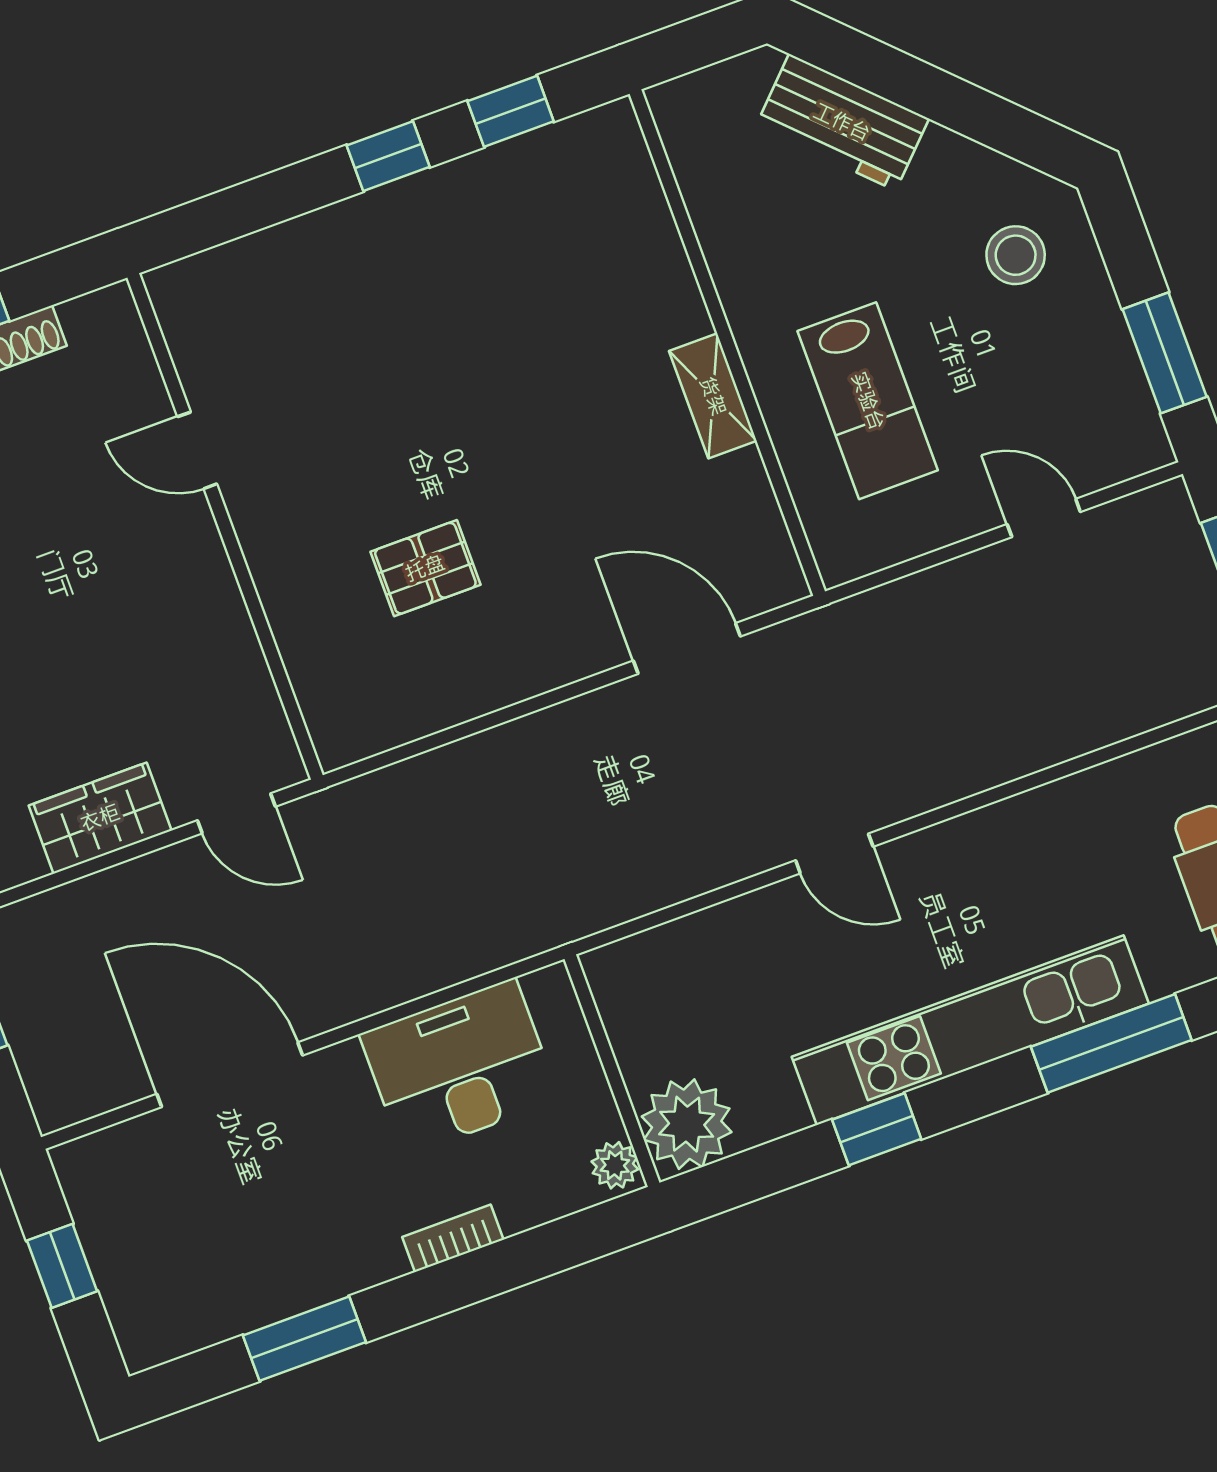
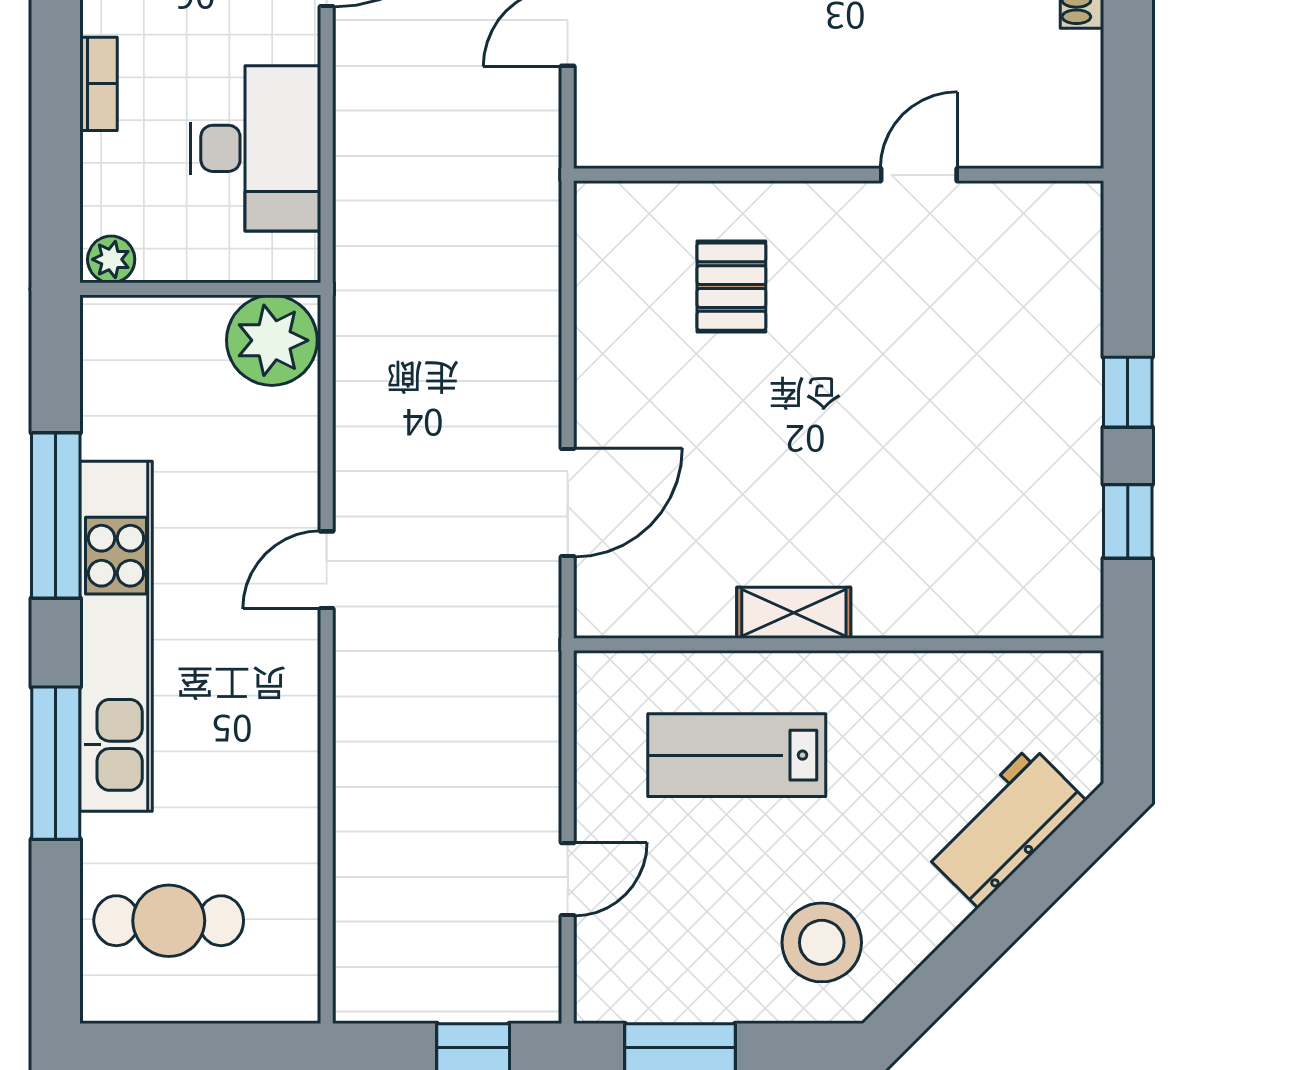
stool: (1016, 255) -> (822, 942), width x1.38, depth x1.38
door: (197, 450) -> (919, 175), moved
wall: (225, 526) -> (839, 175), moved
plant: (687, 1124) -> (272, 340), moved
window: (877, 1129) -> (56, 515), width x2.17

